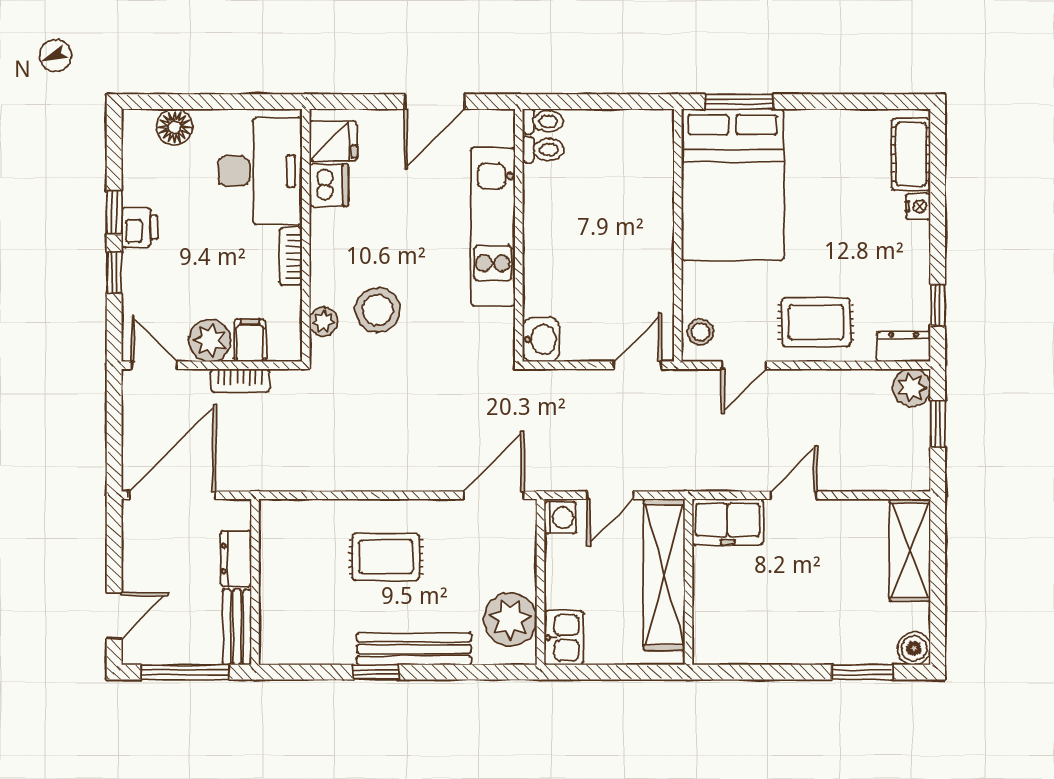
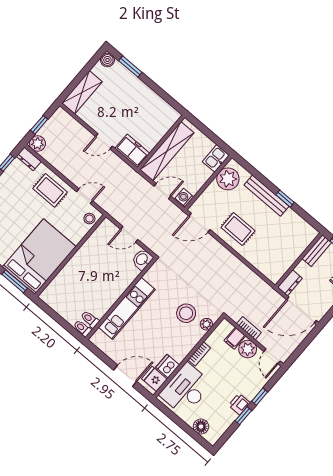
door: (435, 102) -> (125, 376), moved
door: (638, 365) -> (129, 234), moved
rug: (386, 557) -> (238, 229), moved
dresser: (236, 558) -> (290, 283), moved

